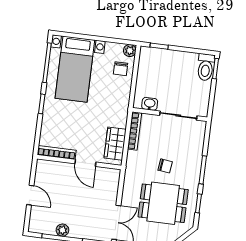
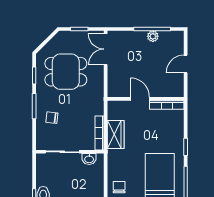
wardrobe: (115, 144) -> (116, 134), moved
chair: (165, 166) -> (52, 118), moved
door: (30, 195) -> (186, 64), hinge flipped

